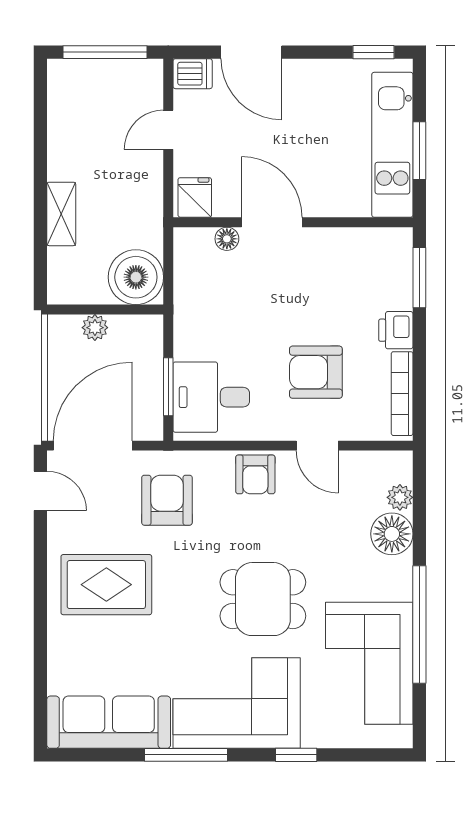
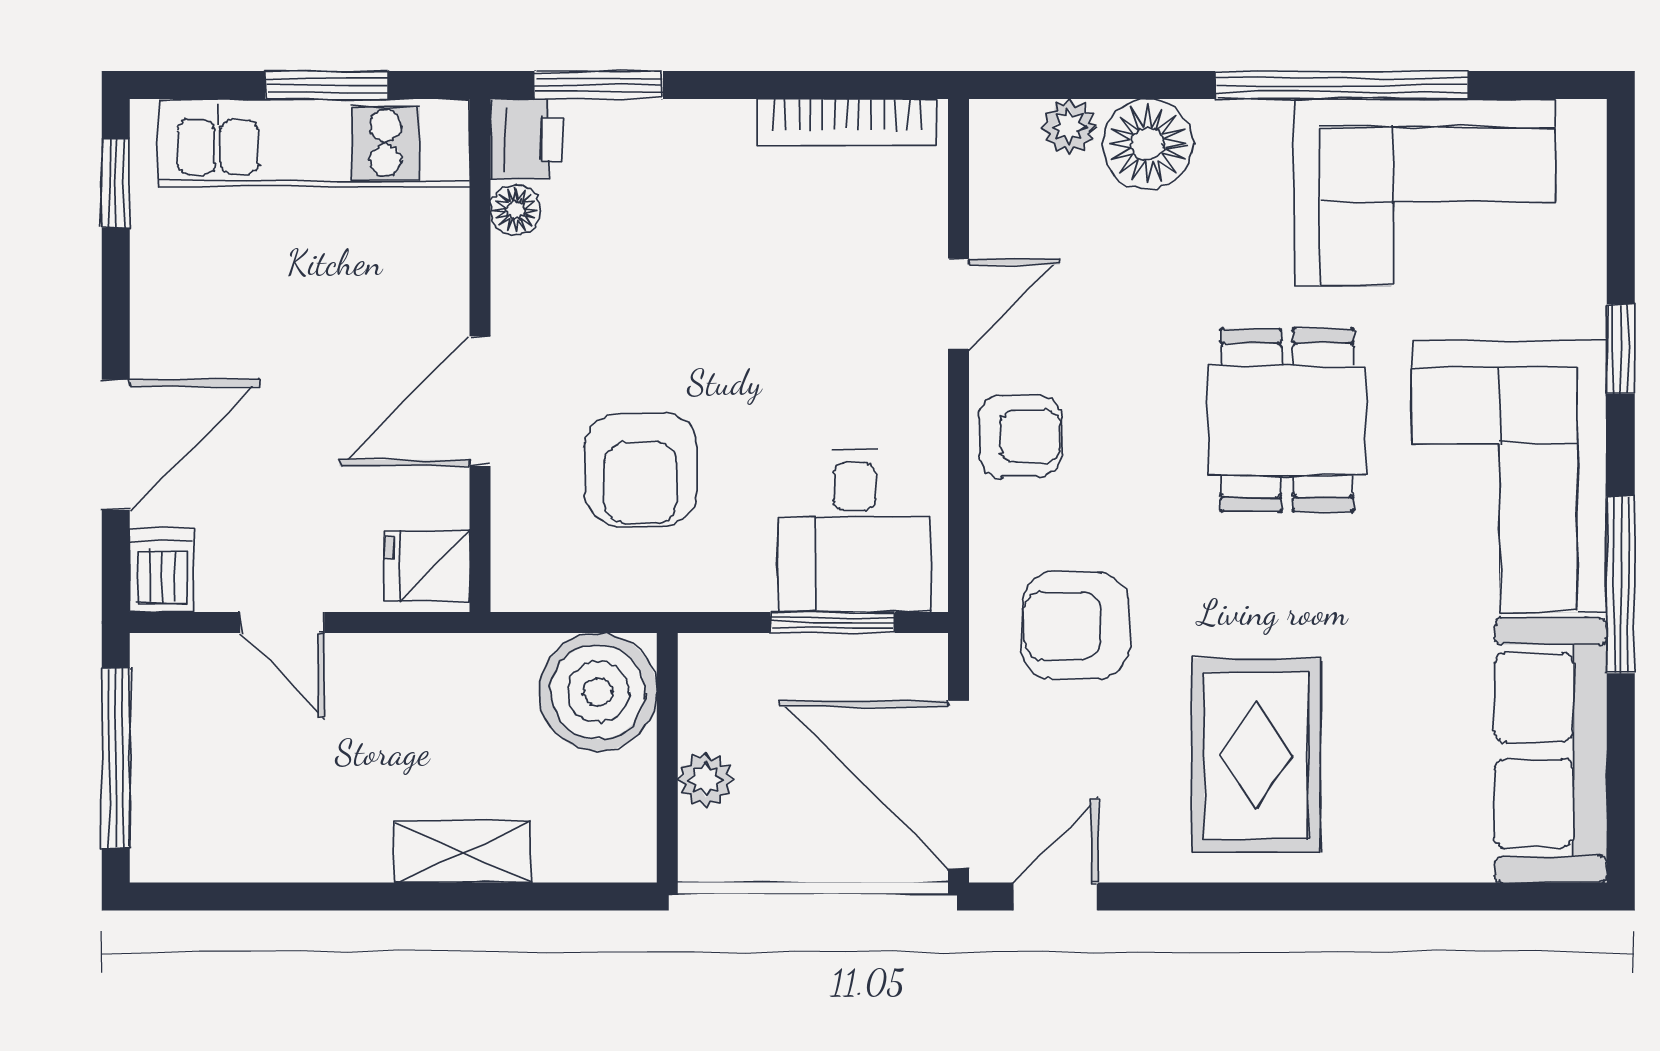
floor lamp: (227, 239) -> (516, 210), moved
printer: (396, 330) -> (527, 139), moved, turned -90
armchair: (316, 372) -> (641, 469), moved

